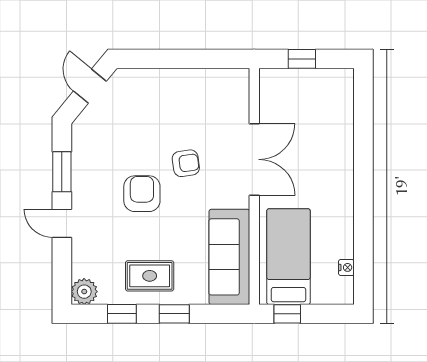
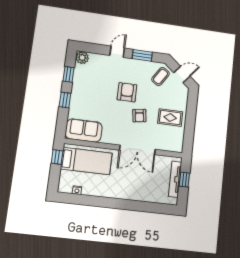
tv unit: (303, 78) -> (175, 179), added
coffee table: (100, 129) -> (161, 76), added
armchair: (142, 194) -> (127, 92), turned -90
sofa: (229, 257) -> (84, 130), width x0.73
rug: (150, 276) -> (170, 118), moved, turned 90

